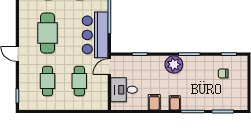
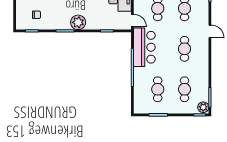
cafe table: (47, 33) -> (184, 49), width x0.73, depth x0.74
door: (109, 67) -> (132, 21), hinge flipped

